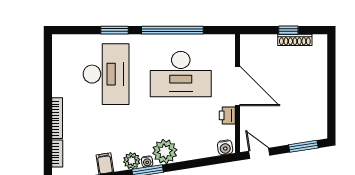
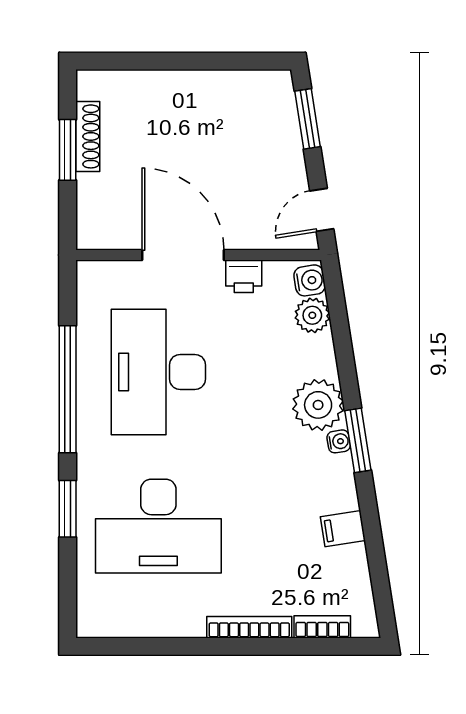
window: (288, 30) -> (68, 150), width x1.50
desk: (106, 74) -> (158, 526), turned 180
desk: (181, 74) -> (158, 372), turned 180
door: (237, 86) -> (183, 255), hinge flipped
plant: (132, 161) -> (312, 315), moved

